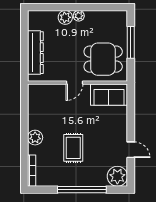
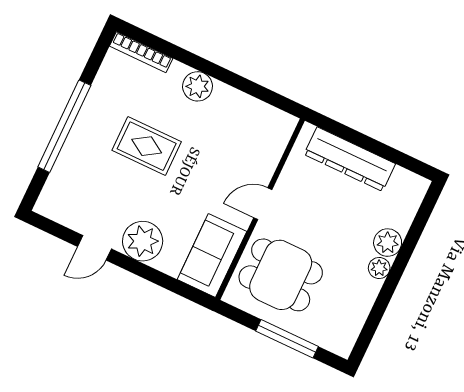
dining table: (103, 59) -> (281, 275), turned 90
door: (74, 83) -> (263, 204), hinge flipped
plant: (117, 176) -> (143, 241), moved

